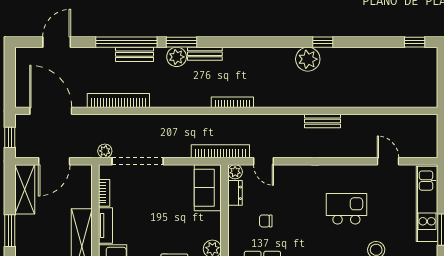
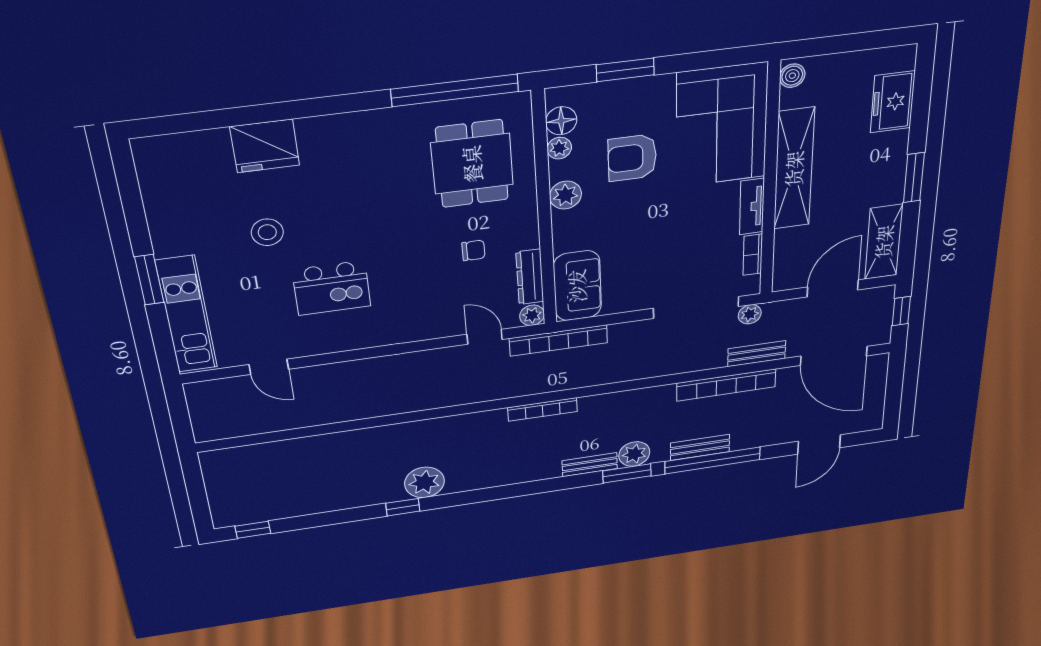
bench: (322, 121) -> (757, 354), moved
dresser: (235, 193) -> (530, 277), width x1.44

